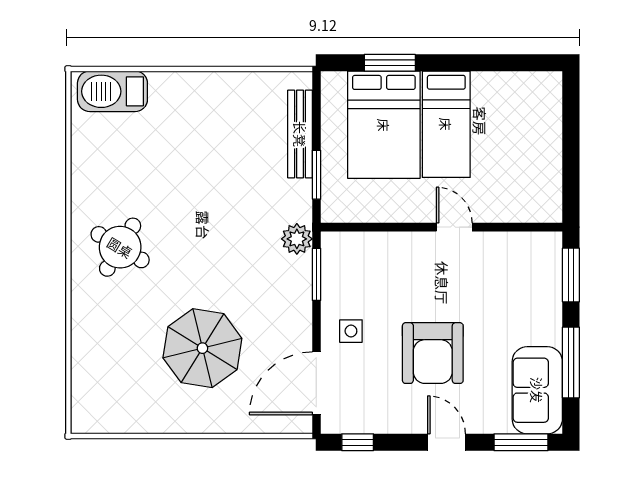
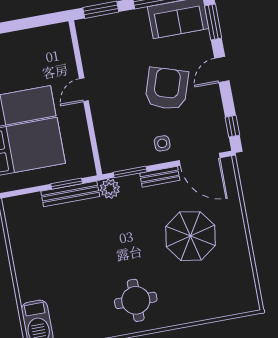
bench: (300, 134) -> (70, 194), moved
round table: (120, 247) -> (136, 300), turned -31
bench: (301, 318) -> (160, 177), added
armchair: (433, 353) -> (167, 89), turned -72

